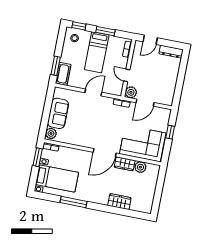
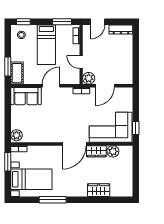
window: (105, 31) -> (62, 22), moved
sofa: (58, 113) -> (26, 96), moved, turned 90
window: (170, 132) -> (136, 128), moved

